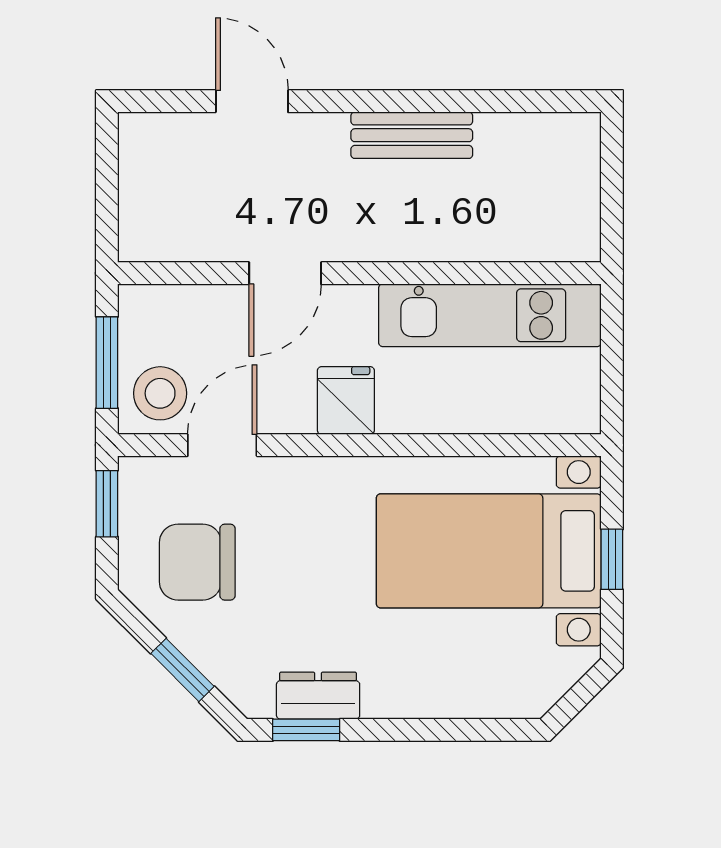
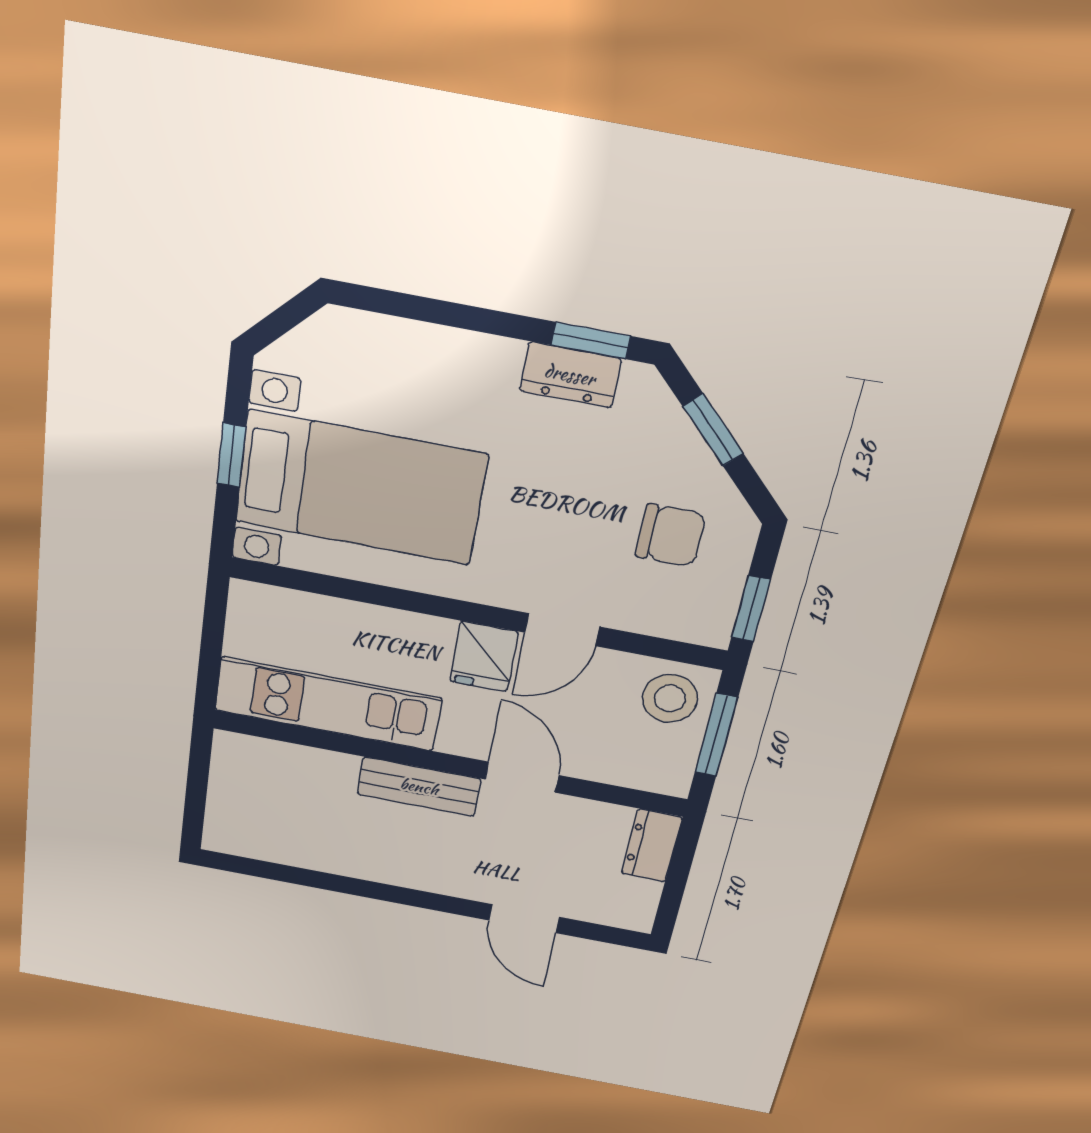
bench: (412, 135) -> (419, 787), moved
dresser: (141, 222) -> (652, 846), added
door: (285, 273) -> (522, 777), hinge flipped
door: (222, 445) -> (562, 630), moved
chair: (197, 562) -> (671, 535), width x0.73, depth x0.73

